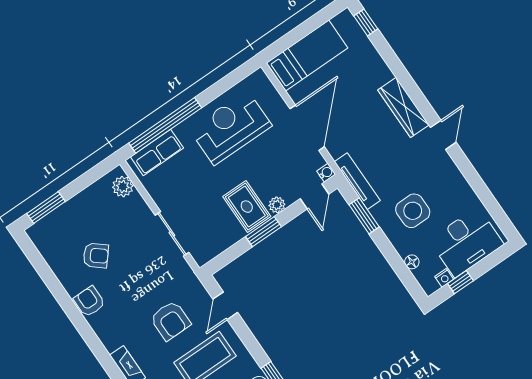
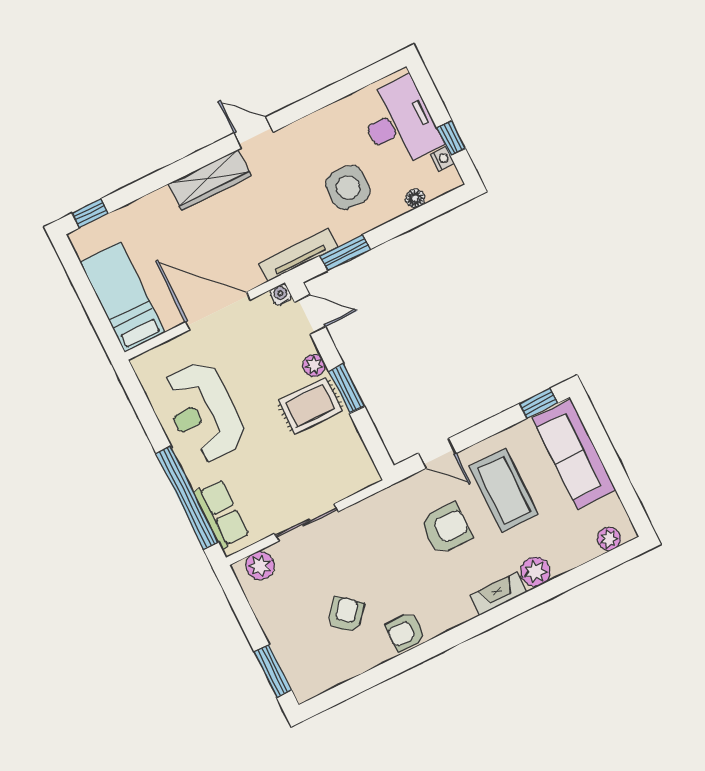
sliding door: (172, 234) -> (306, 522), moved

